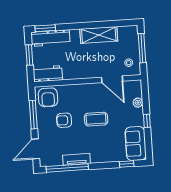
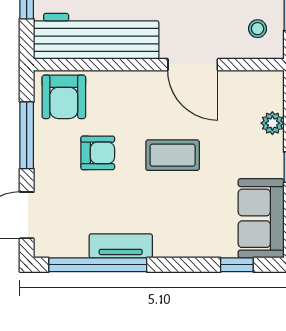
workbench: (48, 74) -> (96, 36), width x1.87, depth x1.32
door: (112, 79) -> (193, 65), moved
armchair: (64, 120) -> (98, 153), turned 180

